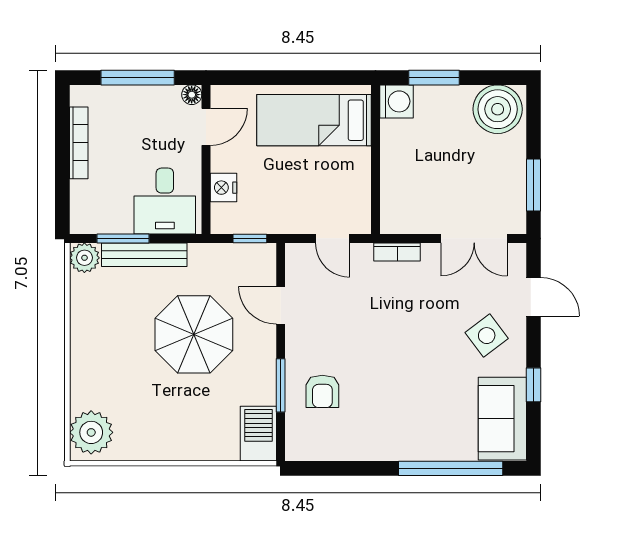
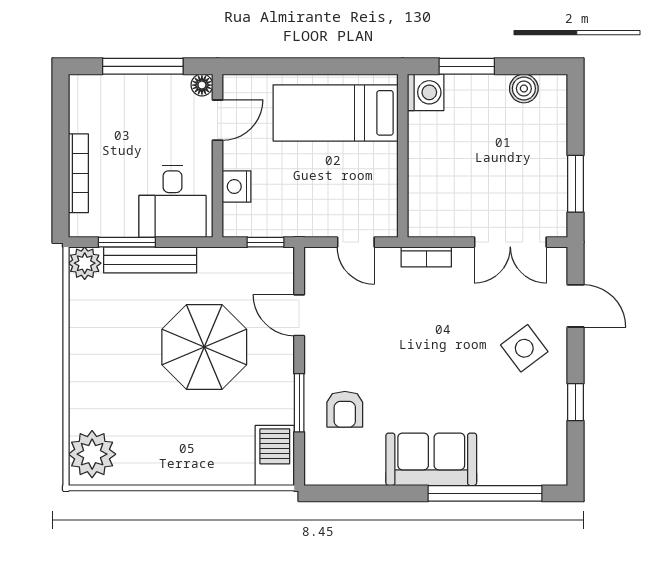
boiler: (498, 109) -> (524, 88), width x0.54, depth x0.54
bookcase: (79, 143) -> (78, 173), moved
sofa: (502, 419) -> (431, 459), moved, turned 90

